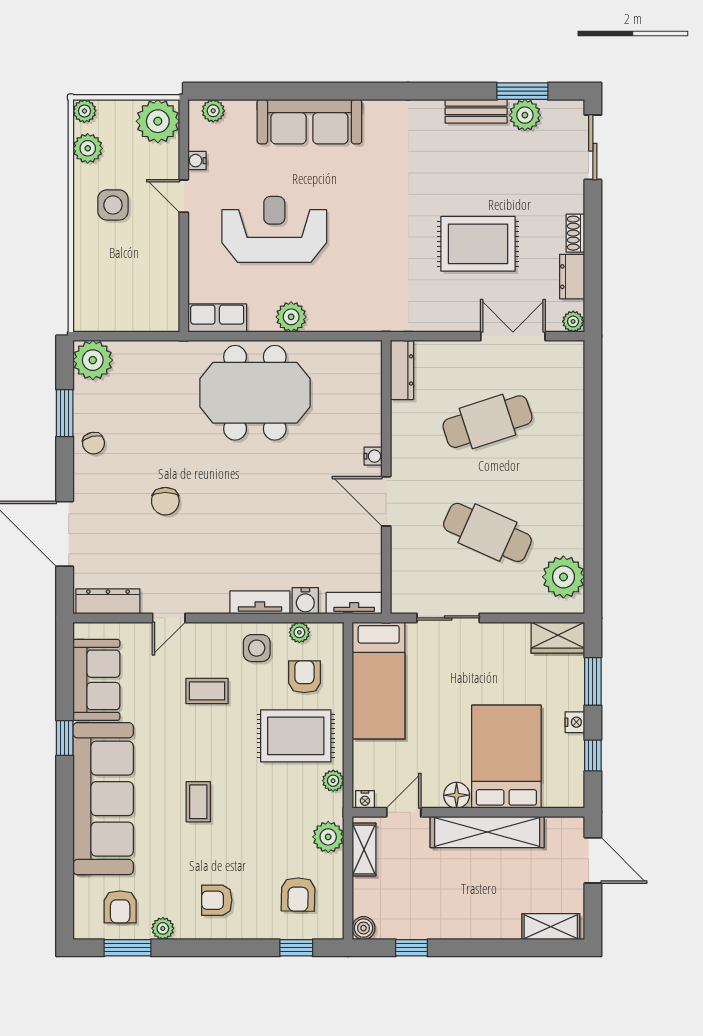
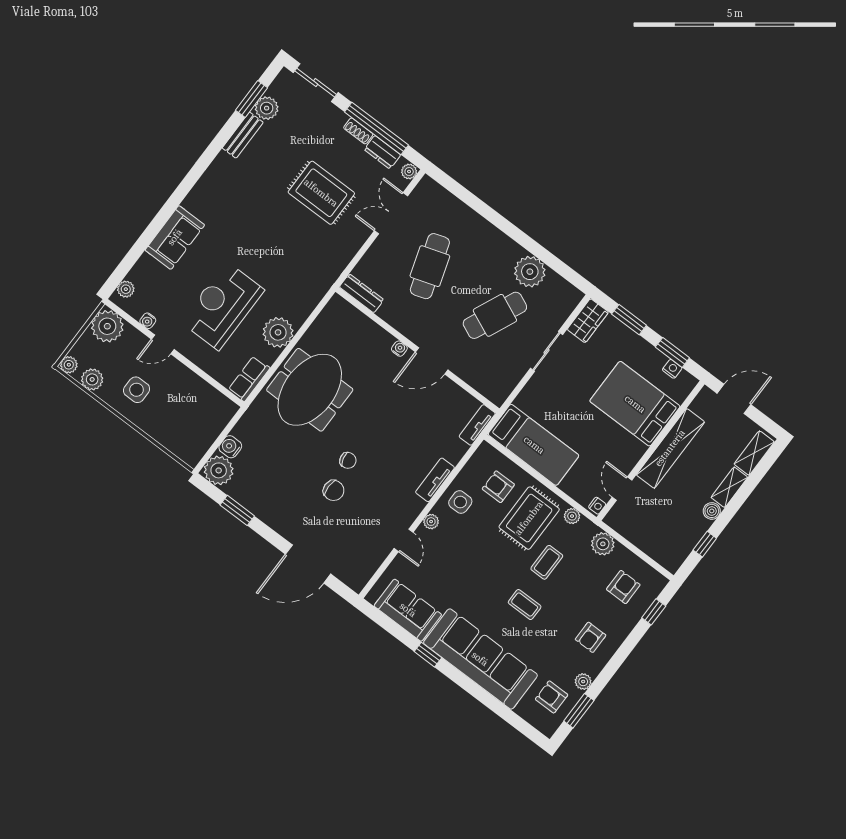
sofa: (309, 122) -> (175, 237), width x0.73
rug: (478, 244) -> (321, 193), turned 90
window: (593, 251) -> (376, 129), added
plant: (291, 317) -> (278, 332), width x1.36, depth x1.36
chair: (93, 443) -> (348, 460), moved
plant: (563, 577) -> (530, 272), moved
dresser: (108, 601) -> (367, 569), removed
water cooler: (305, 601) -> (230, 447), moved, turned 180
sliding door: (448, 618) -> (546, 351), moved
plant: (299, 632) -> (431, 522), moved
coffee table: (207, 691) -> (547, 562), moved
nightstand: (575, 722) -> (672, 369), moved
window: (593, 755) -> (672, 352), width x1.50
floor lamp: (457, 795) -> (635, 450), removed
shelving: (364, 850) -> (729, 487), moved, turned 90
armchair: (298, 894) -> (623, 587), turned -91
armchair: (120, 907) -> (552, 697), turned 180
boiler: (363, 928) -> (712, 511), moved

